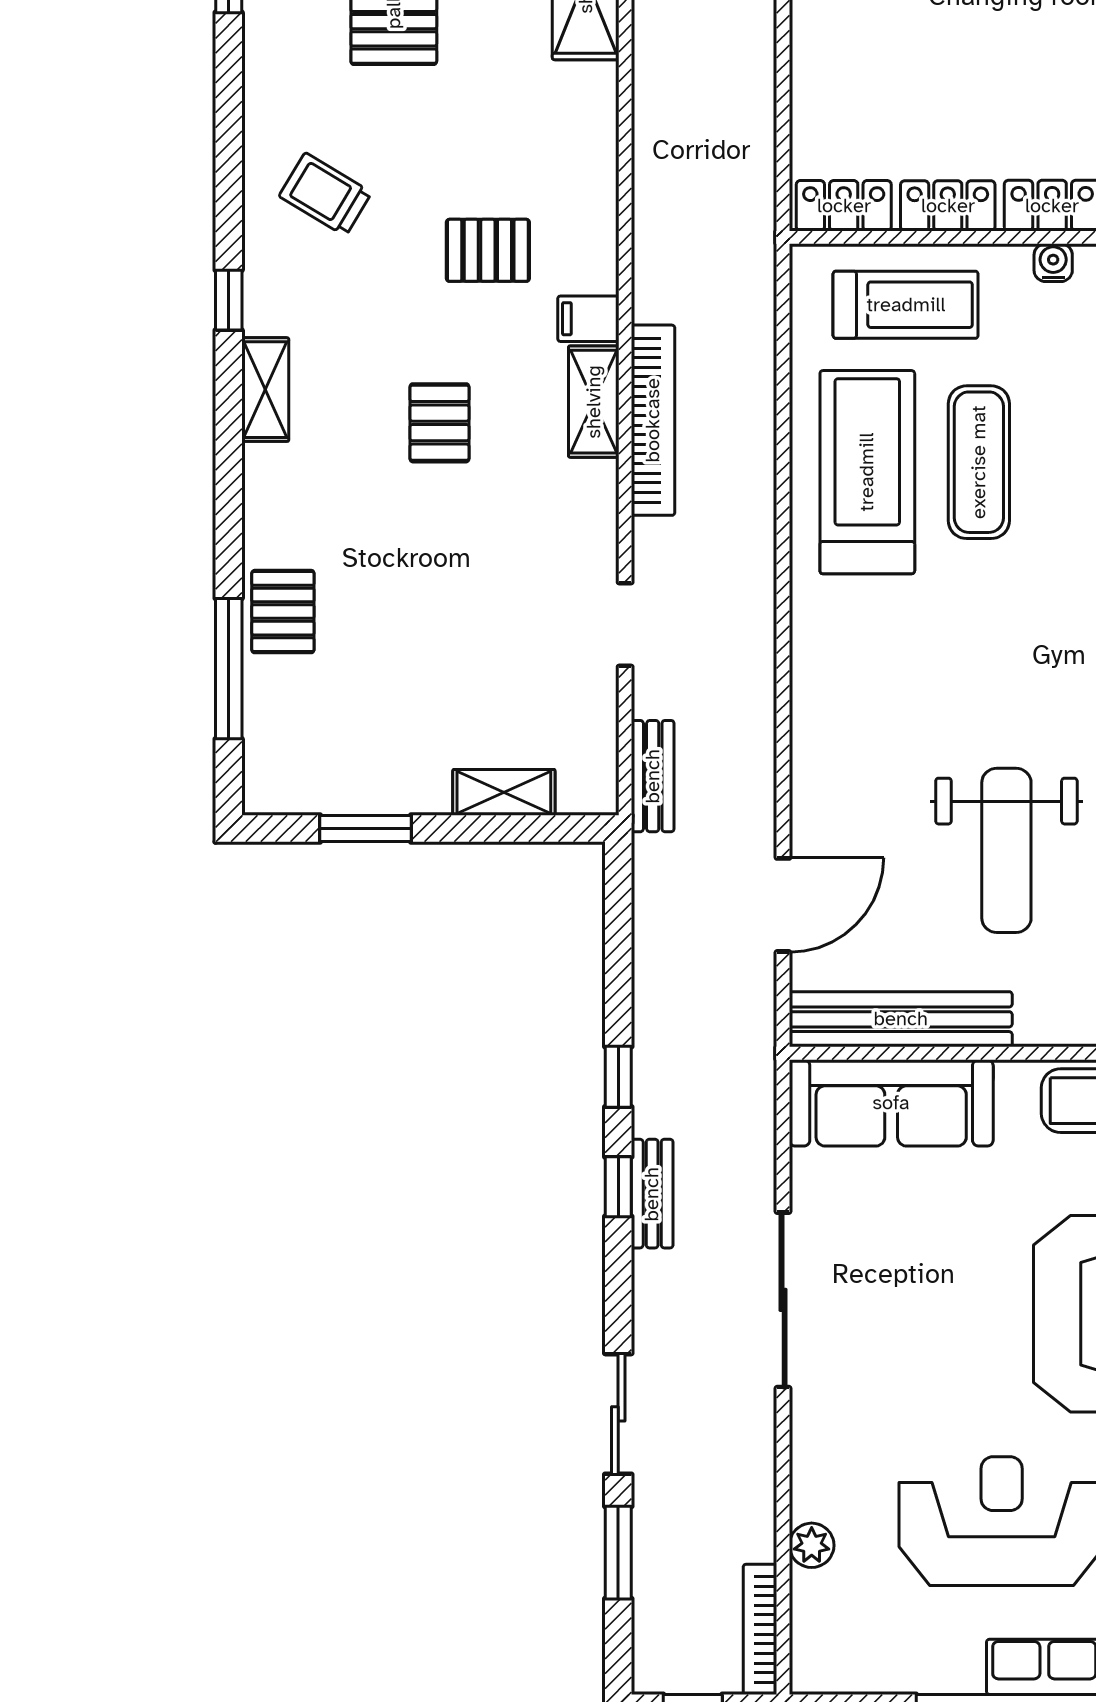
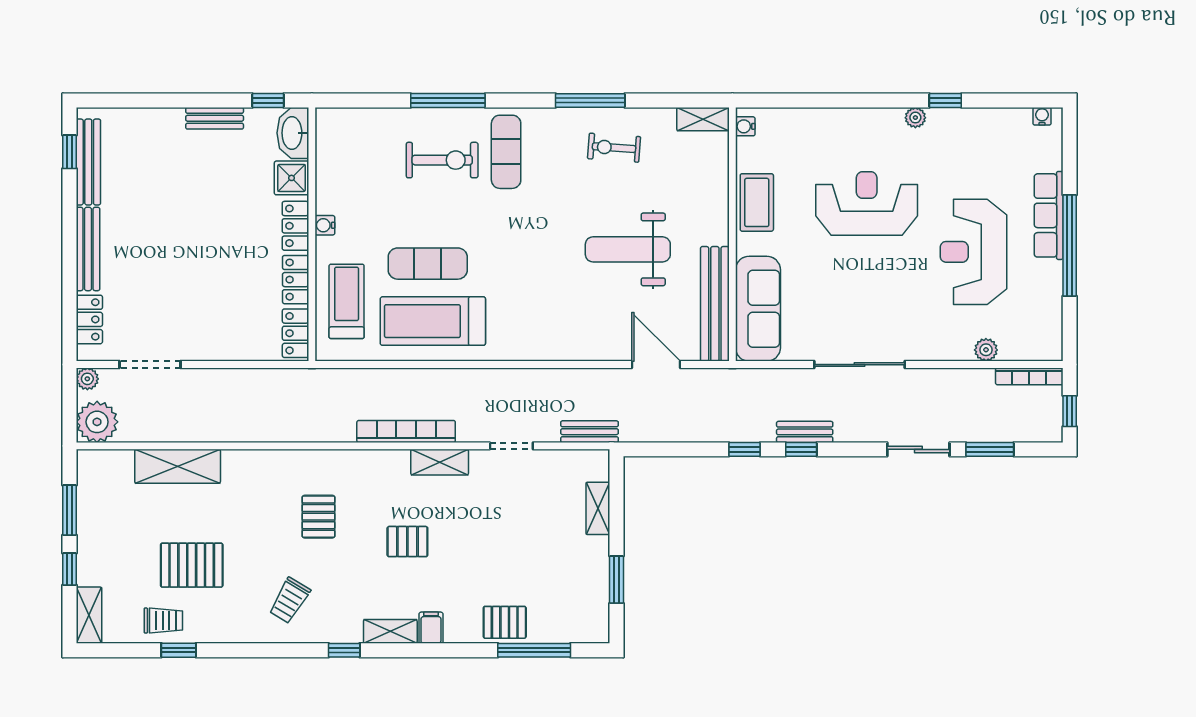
filing cabinet: (588, 319) -> (431, 628), moved, turned 180
shelving: (594, 402) -> (440, 462), moved
weight bench: (1006, 850) -> (628, 249), turned 180

